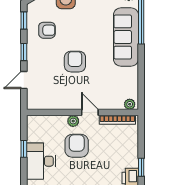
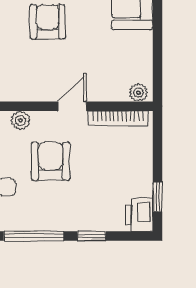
door: (90, 112) -> (72, 106), hinge flipped
plant: (73, 121) -> (20, 120), moved

